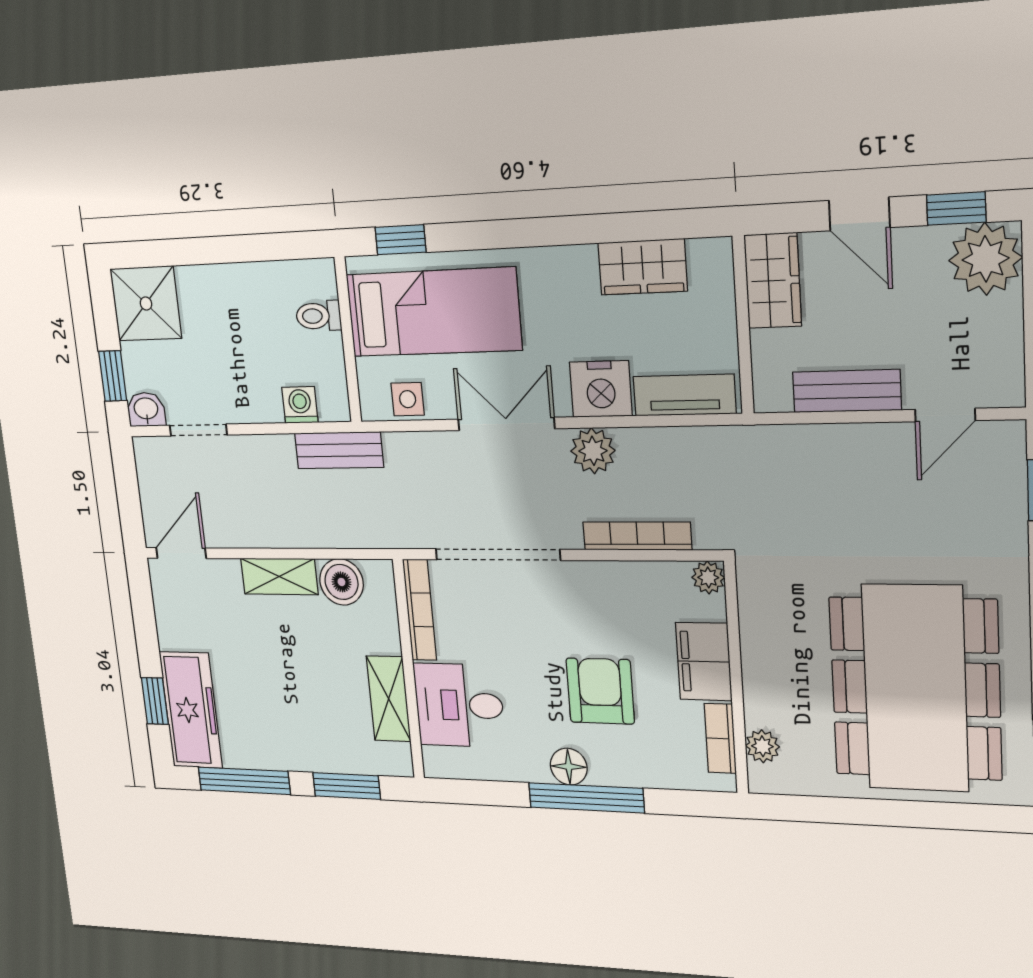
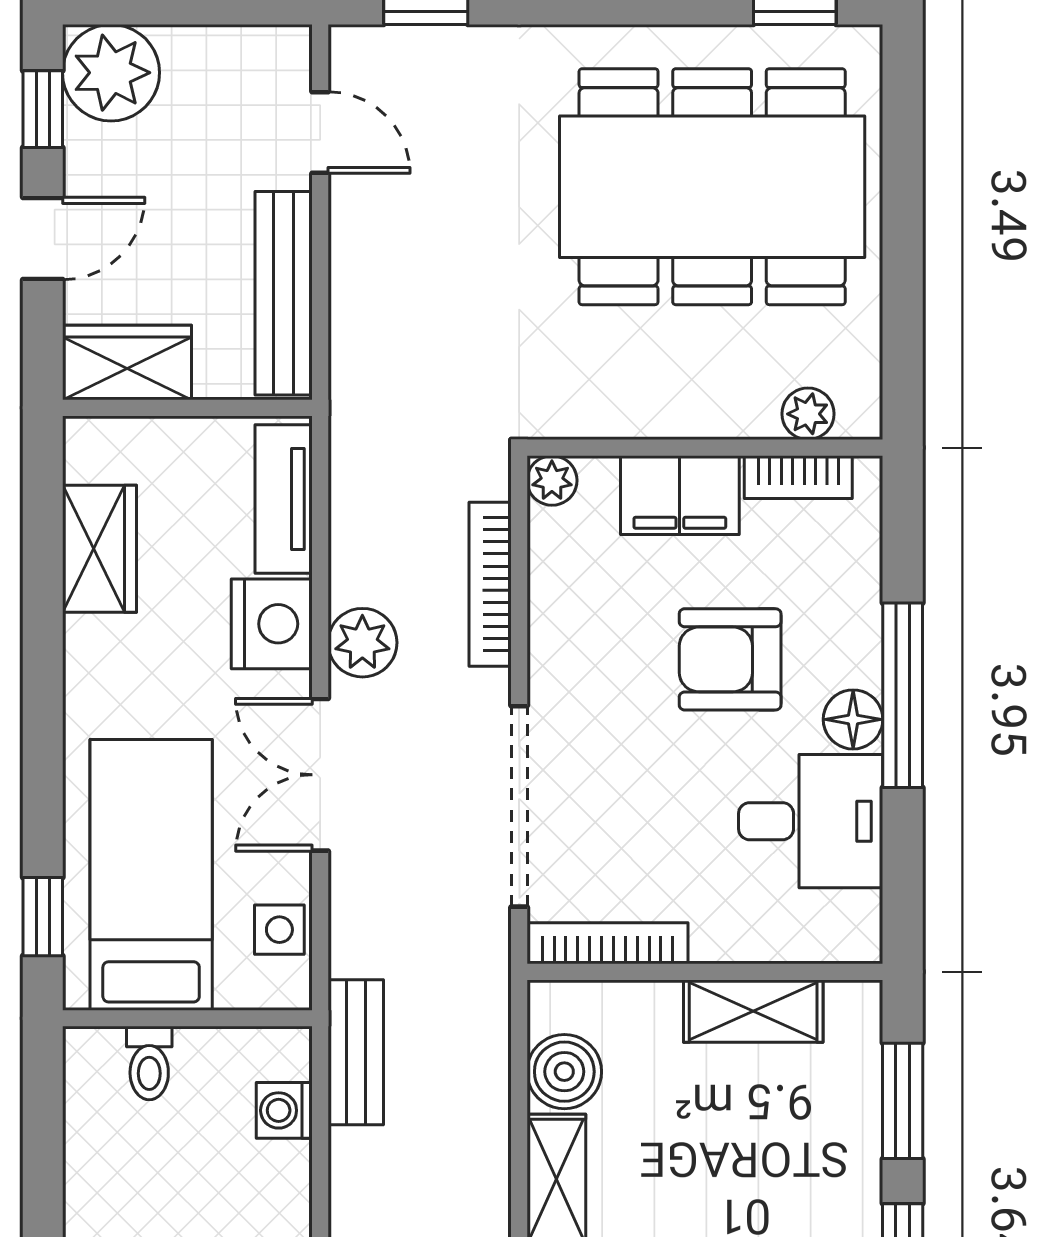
bench: (847, 391) -> (284, 293), width x1.36
desk: (459, 705) -> (811, 821), moved, turned -90

